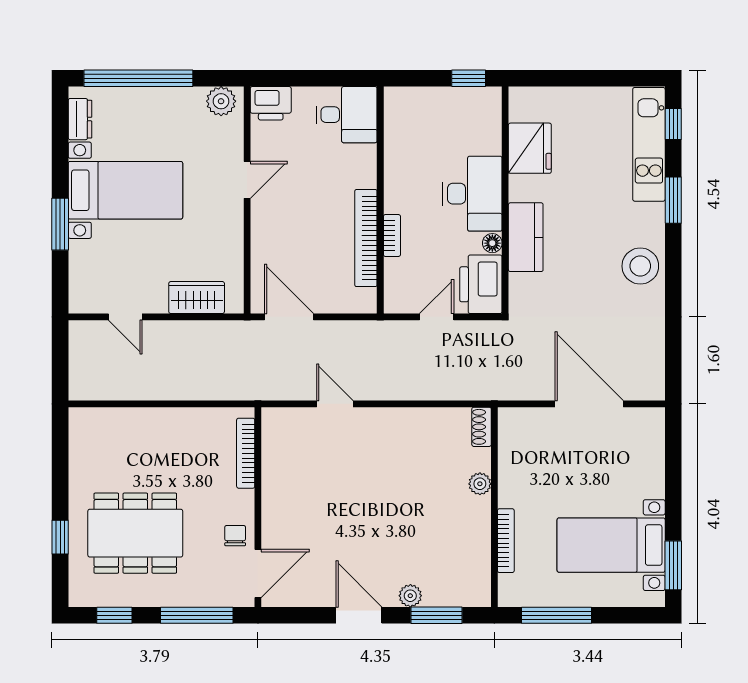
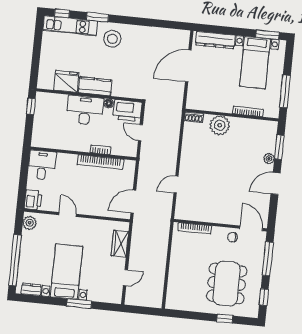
kitchen counter: (526, 237) -> (95, 86), moved
stool: (640, 266) -> (112, 39), moved
dresser: (650, 456) -> (215, 40), added
plant: (480, 484) -> (220, 125), width x1.88, depth x1.88

